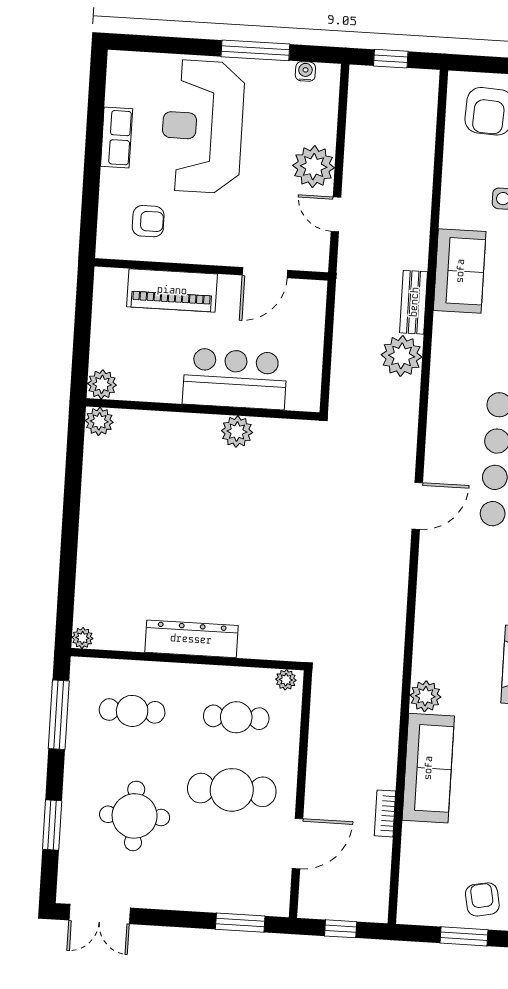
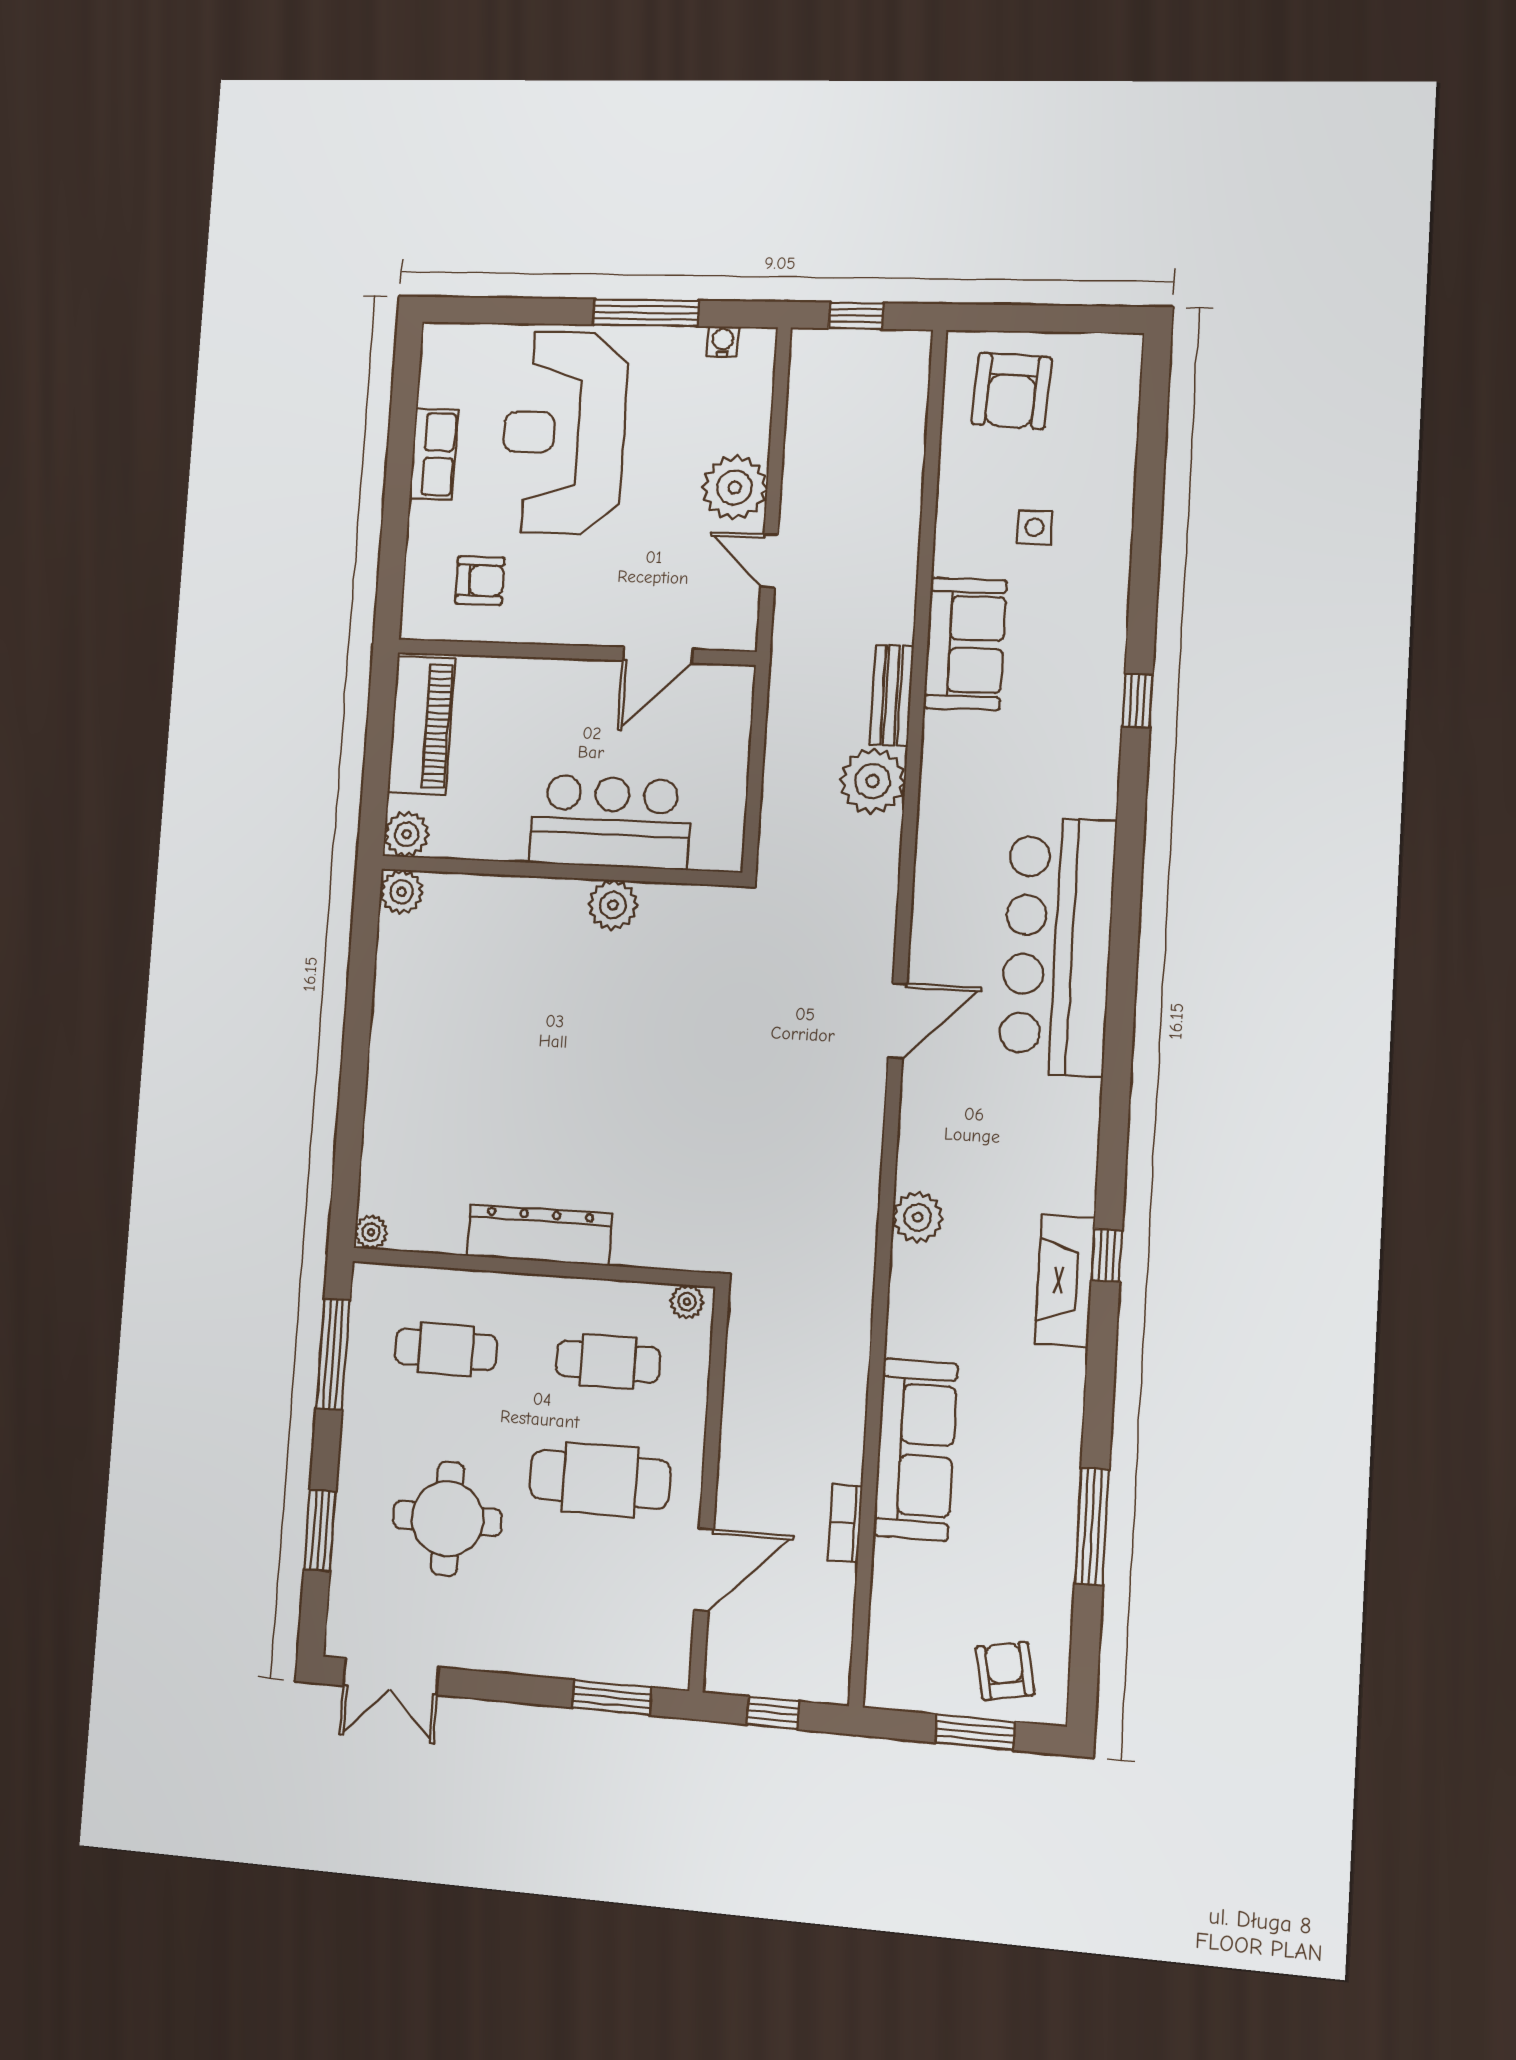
piano: (172, 290) -> (421, 726), moved, turned -90
plant: (425, 696) -> (918, 1217), moved

